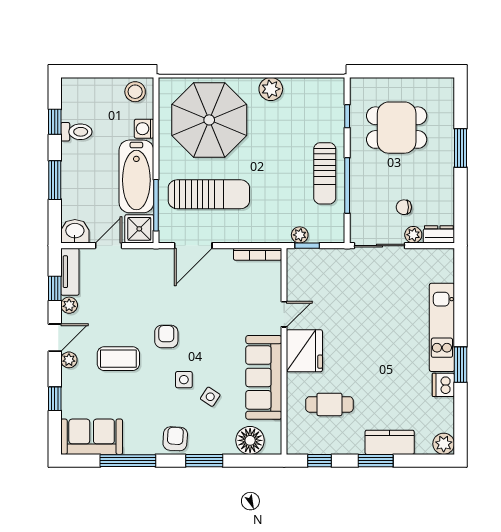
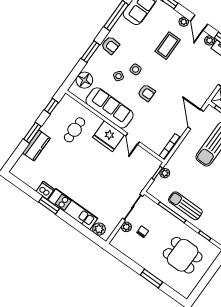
dining table: (397, 128) -> (183, 255), turned 90
dresser: (439, 234) -> (118, 239), removed
armchair: (166, 336) -> (146, 93), moved
plant: (444, 444) -> (99, 229), moved

